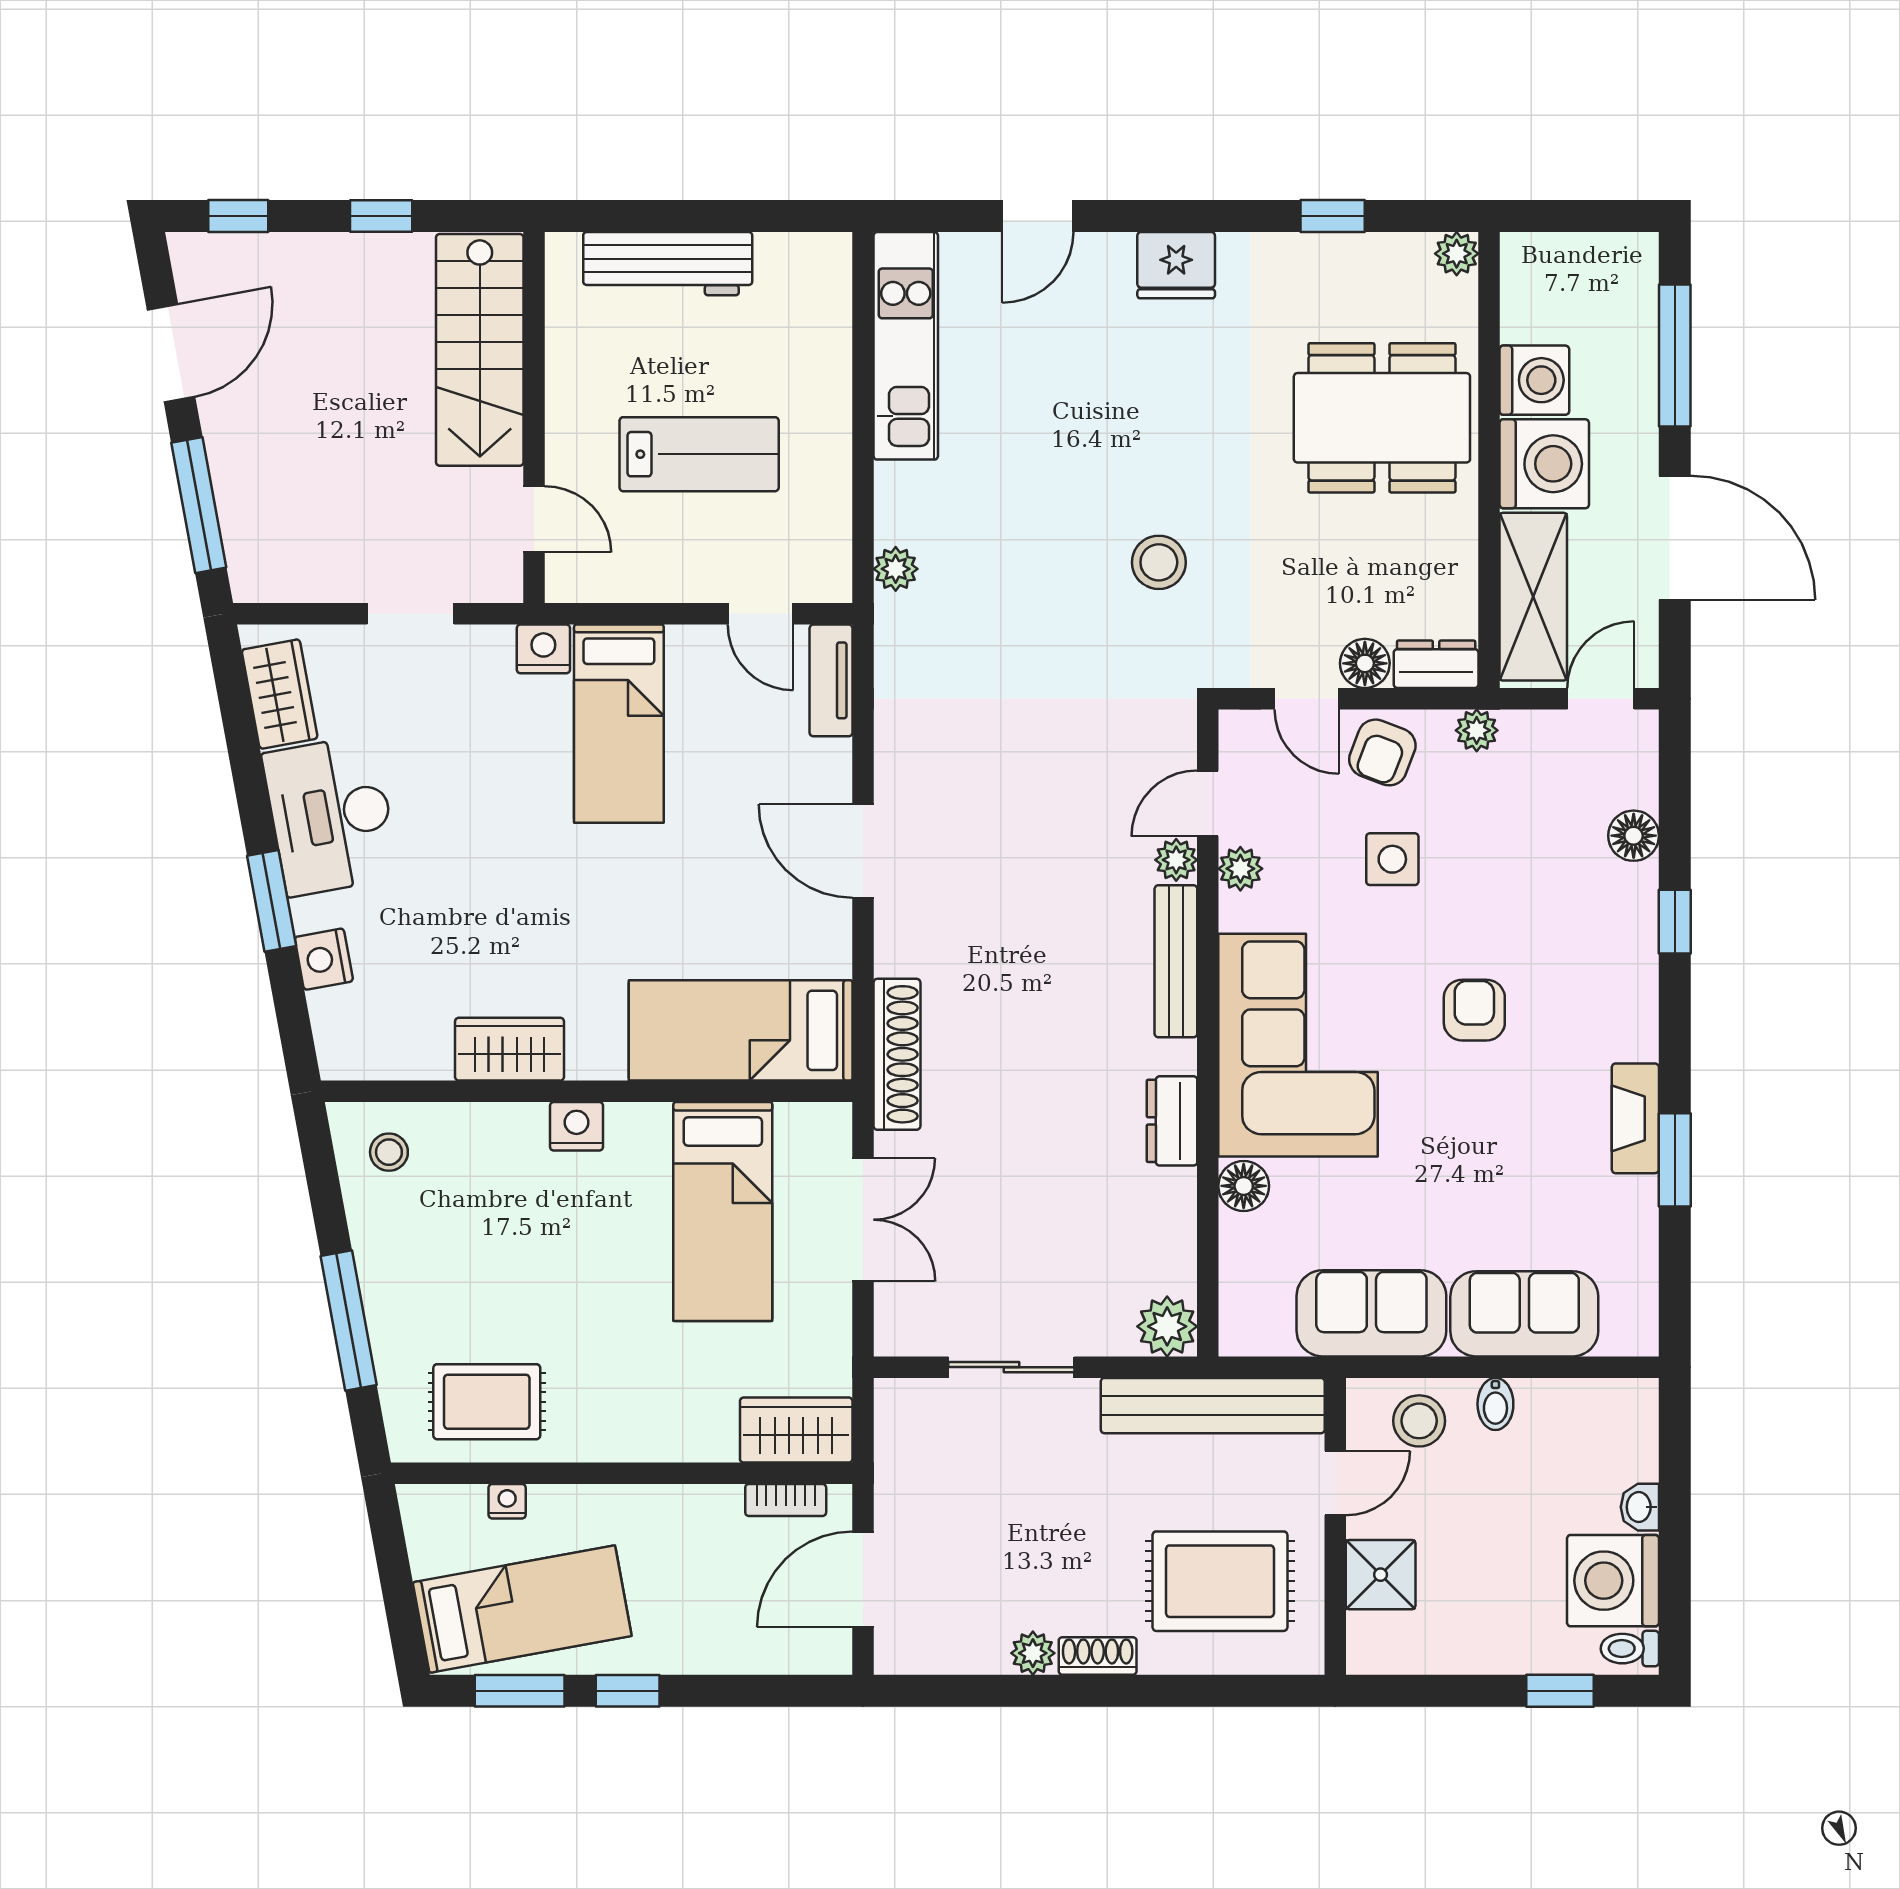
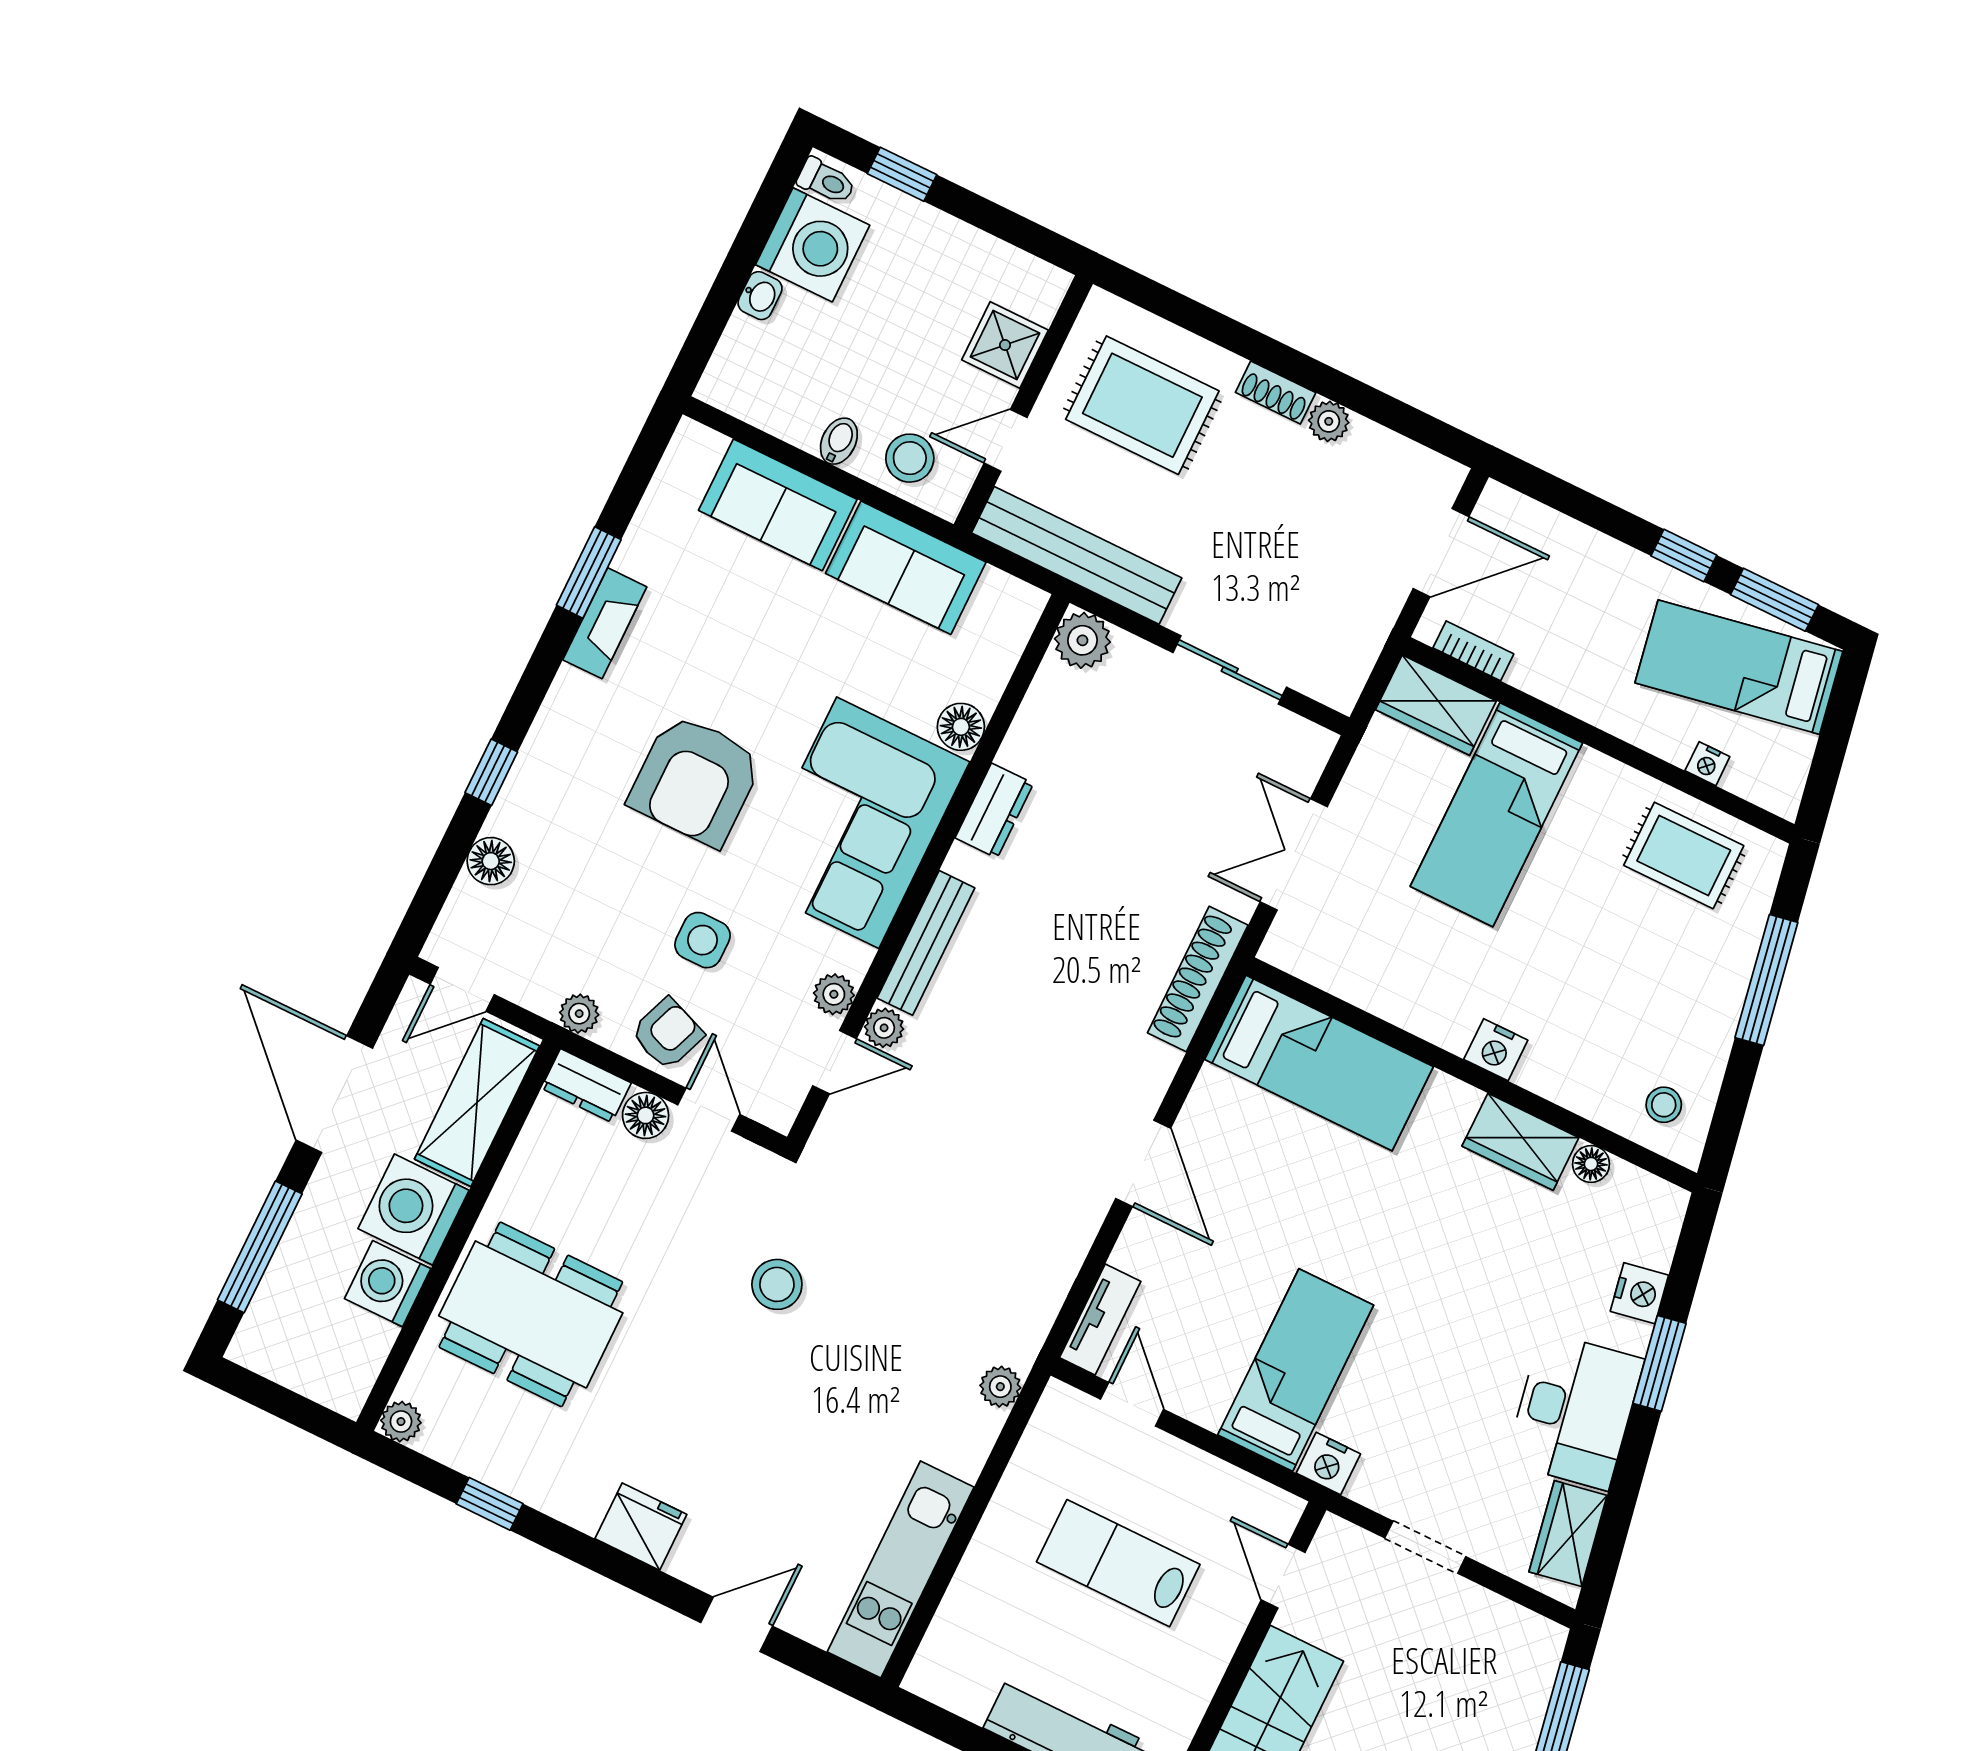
armchair: (1474, 1010) -> (696, 780), width x1.88, depth x1.88
floor lamp: (431, 1061) -> (1591, 1164), added
bed: (723, 1212) -> (1496, 815), moved, turned 180

